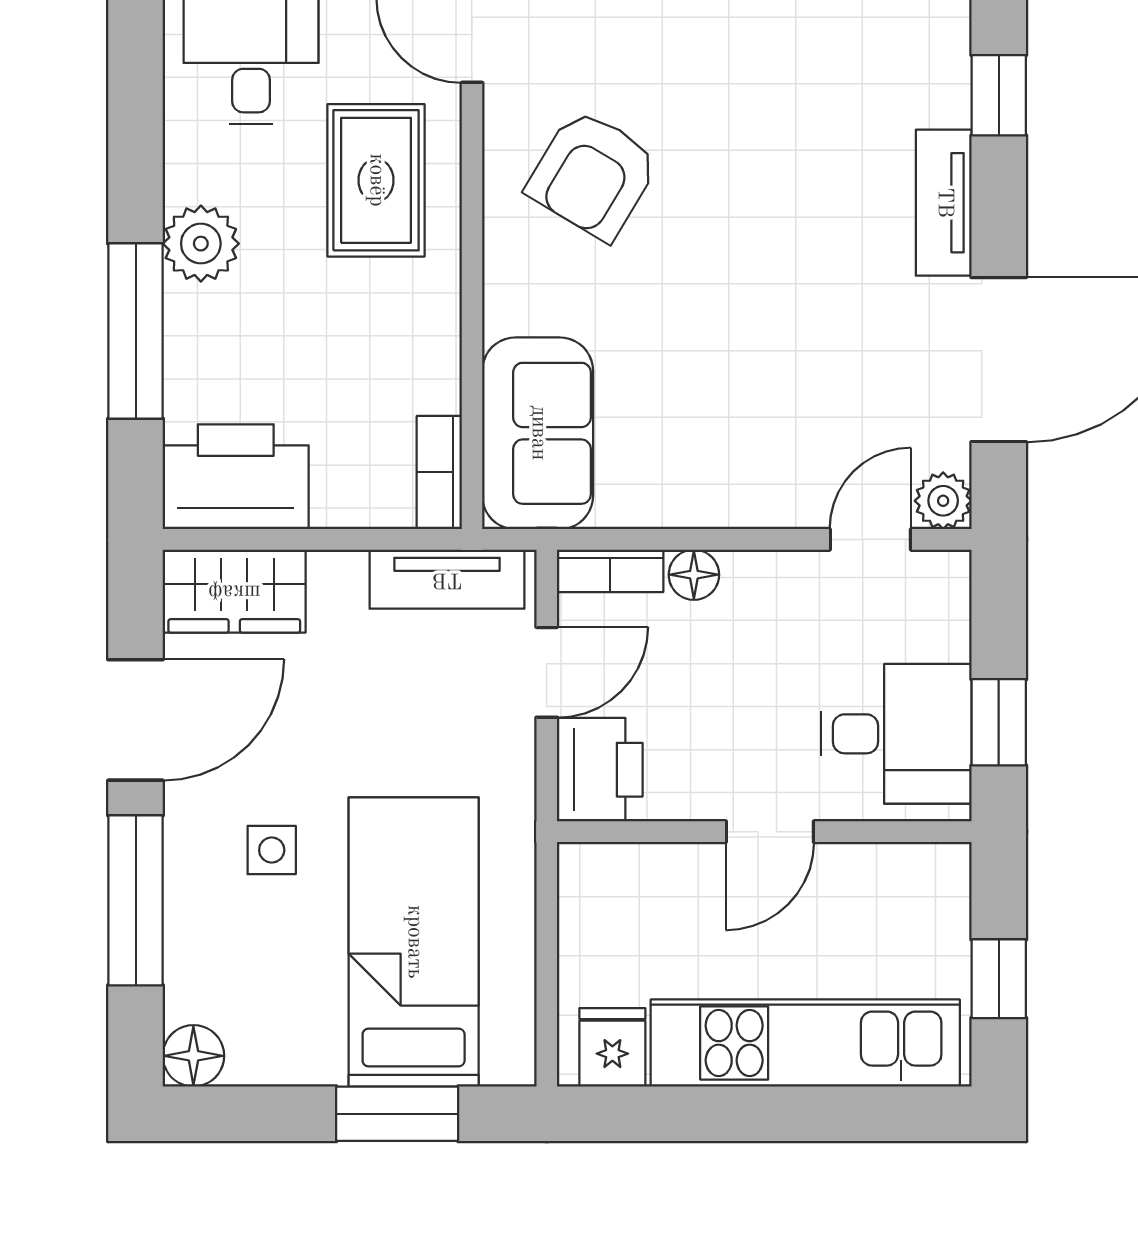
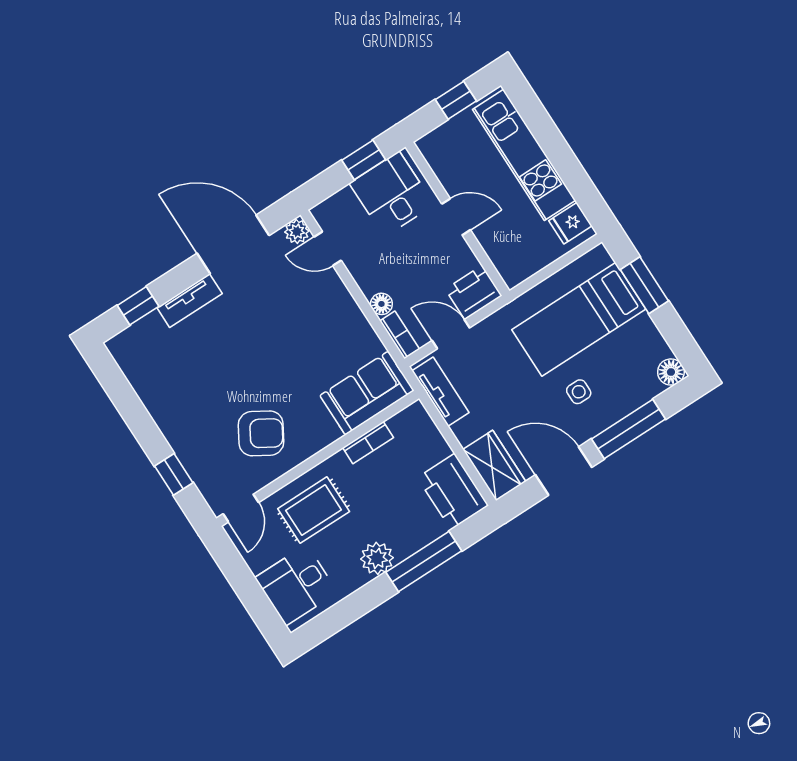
bookcase: (439, 472) -> (368, 443), moved

